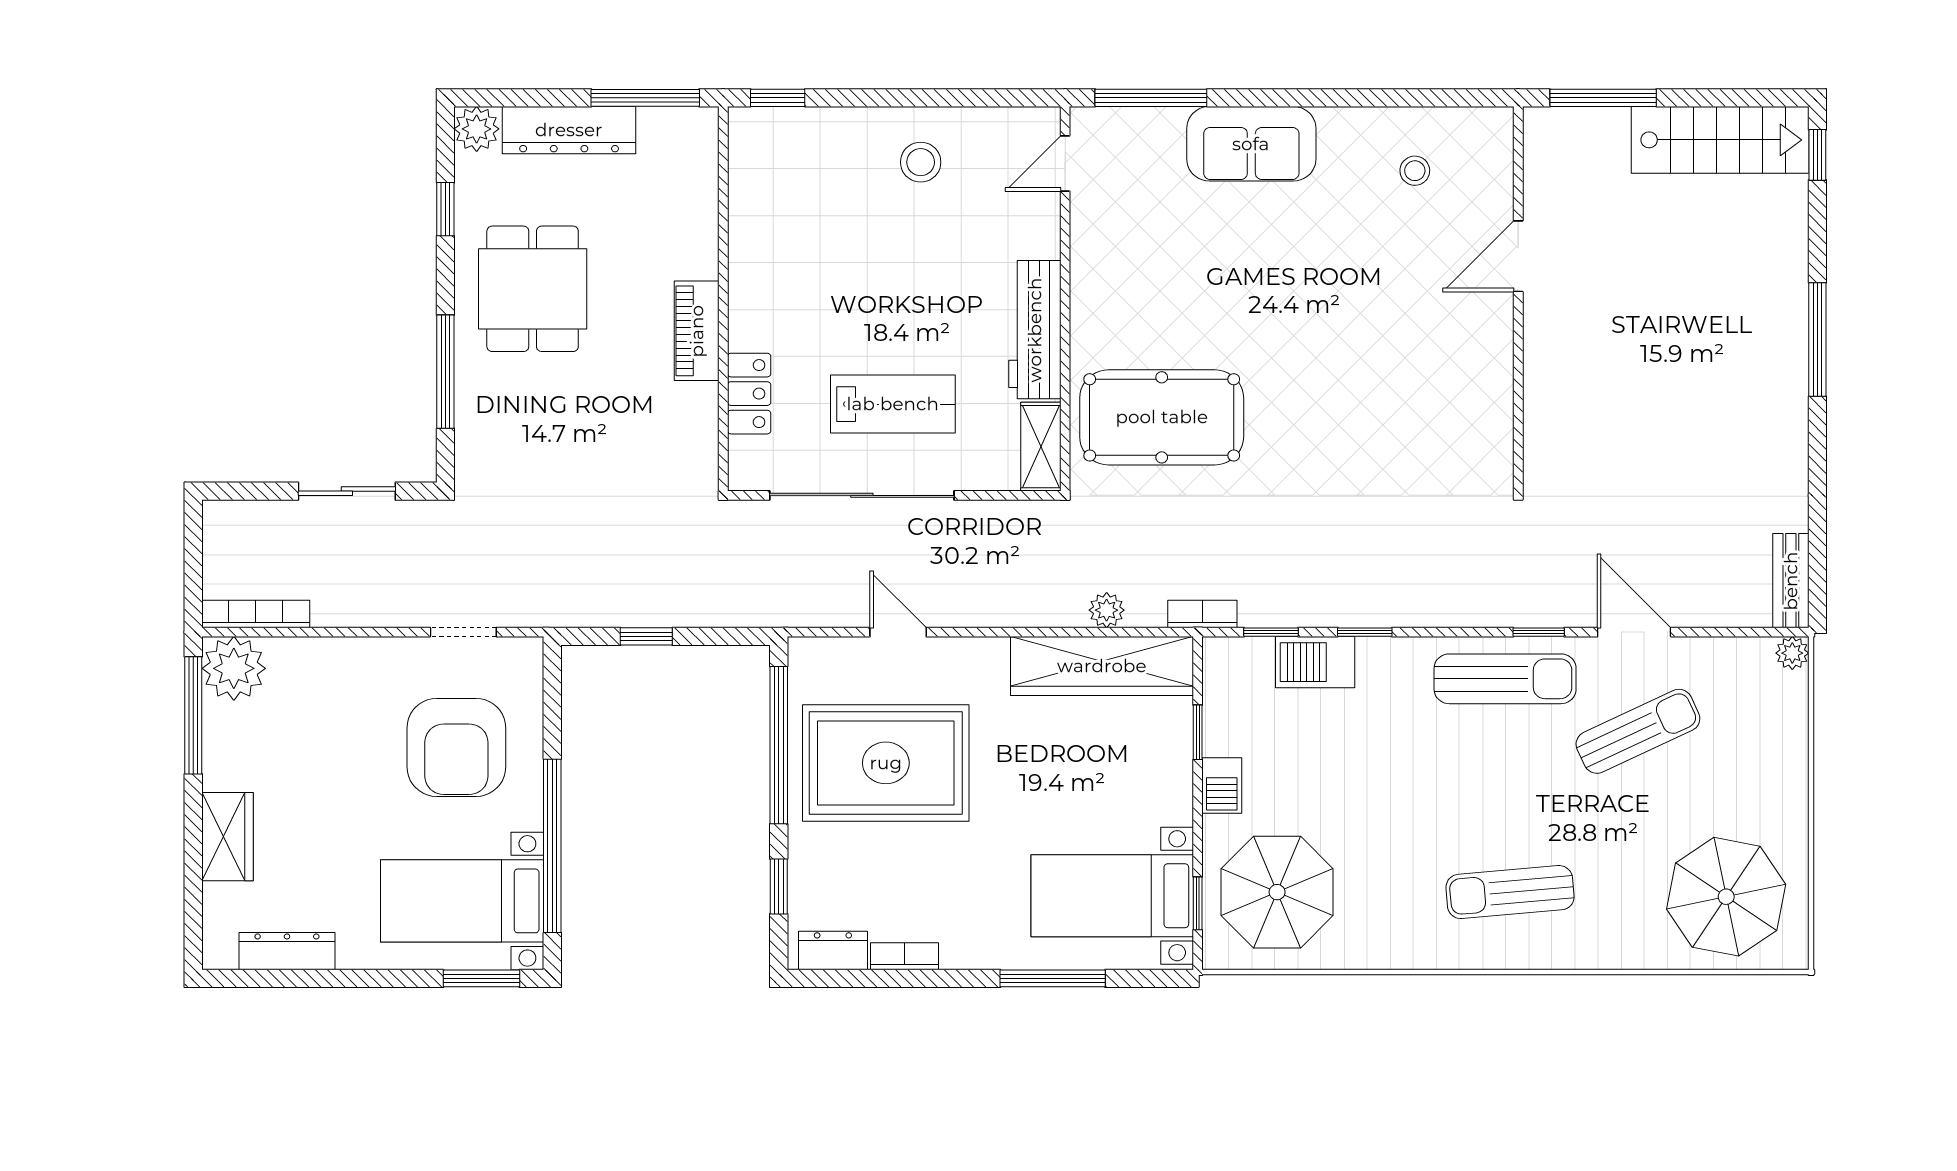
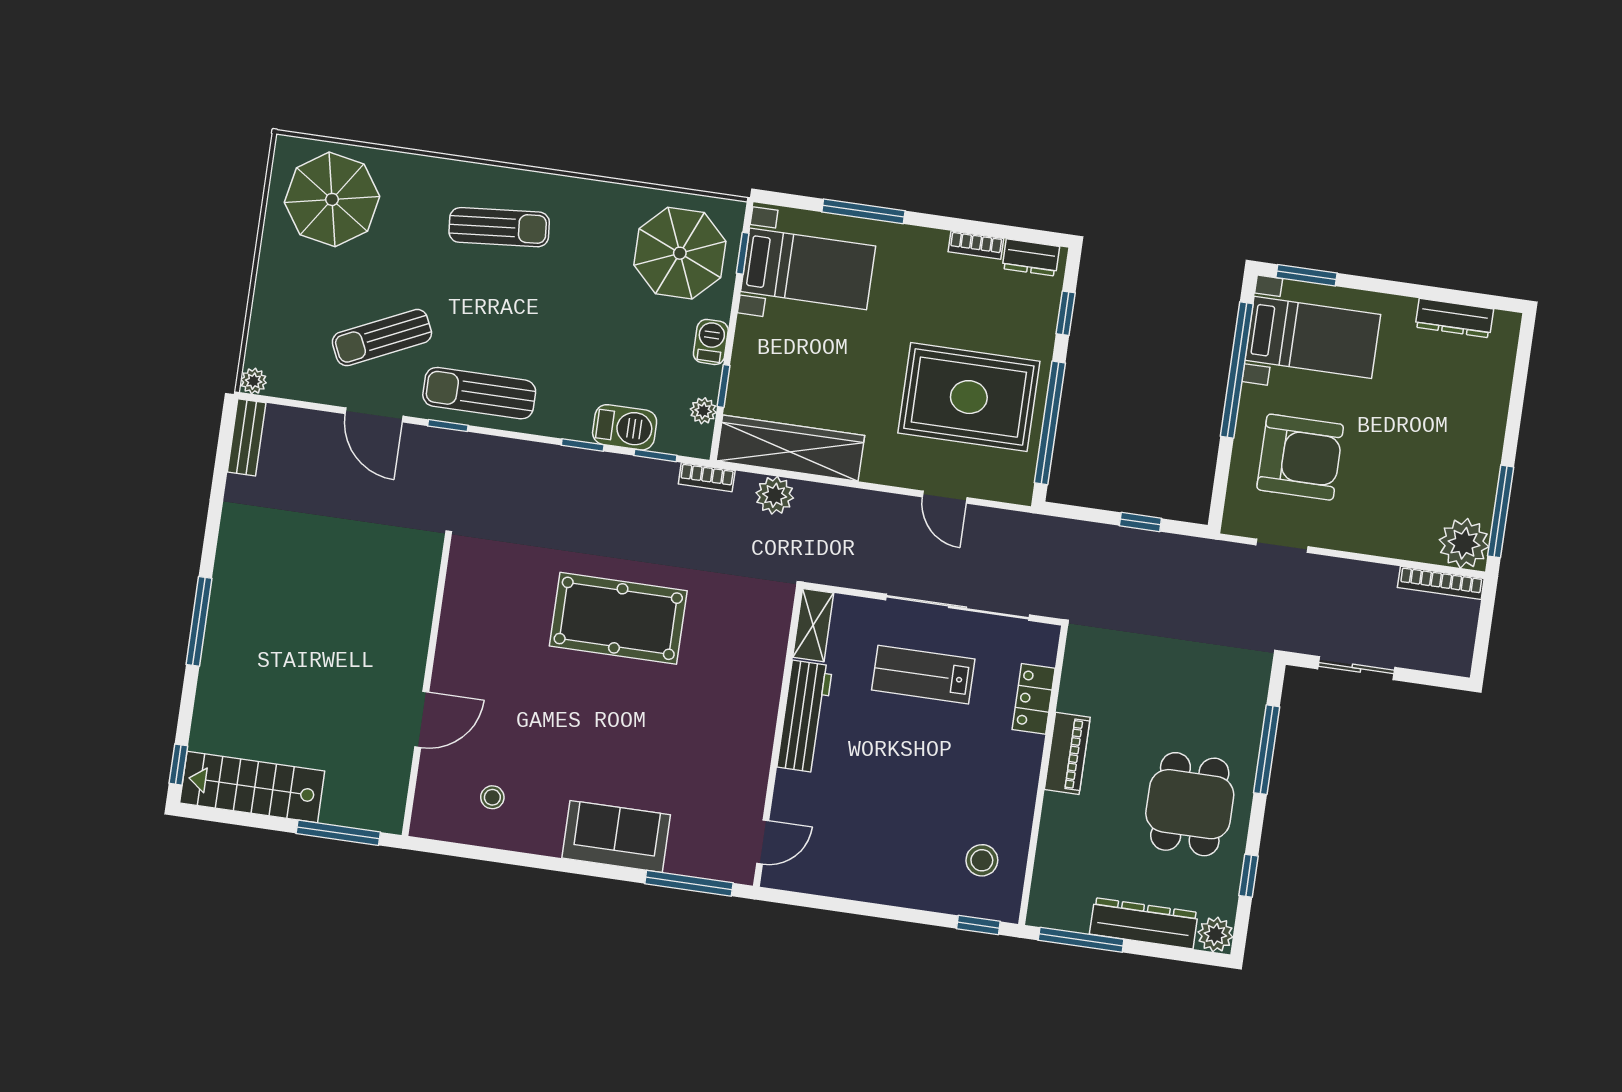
stool: (921, 162) -> (982, 860), moved
pool table: (1162, 417) -> (618, 618), moved
plant: (1107, 610) -> (775, 495), width x1.38, depth x1.38
plant: (1219, 697) -> (703, 411), added
armchair: (456, 747) -> (1300, 457), turned 90
wardrobe: (227, 837) -> (1488, 414), removed

